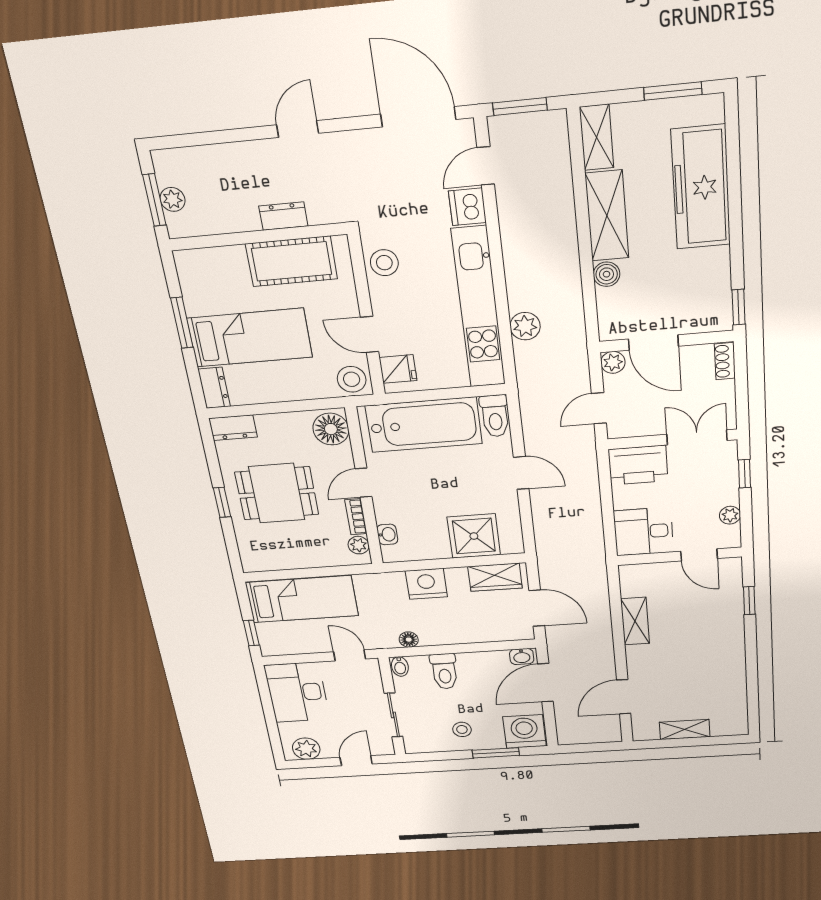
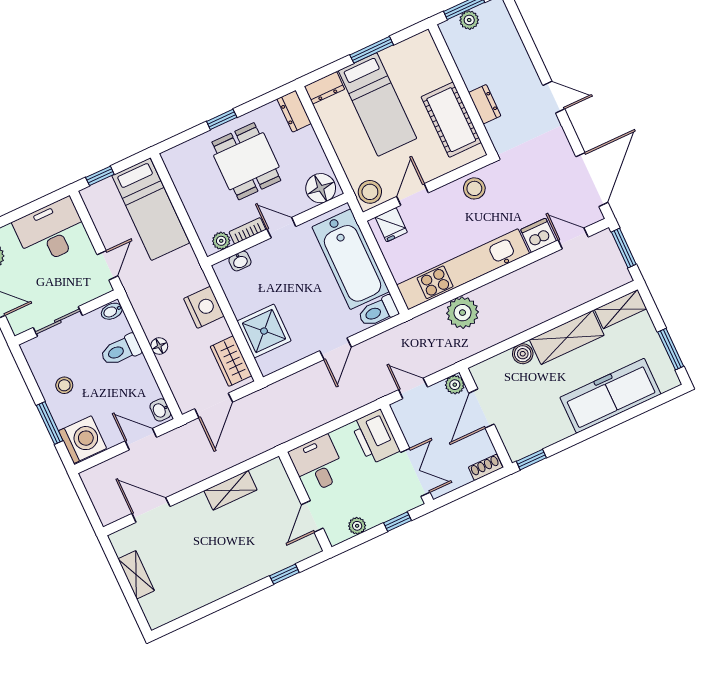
plant: (525, 326) -> (463, 313), width x1.36, depth x1.36
floor lamp: (409, 640) -> (159, 346), moved
door: (545, 683) -> (141, 439), width x0.73

